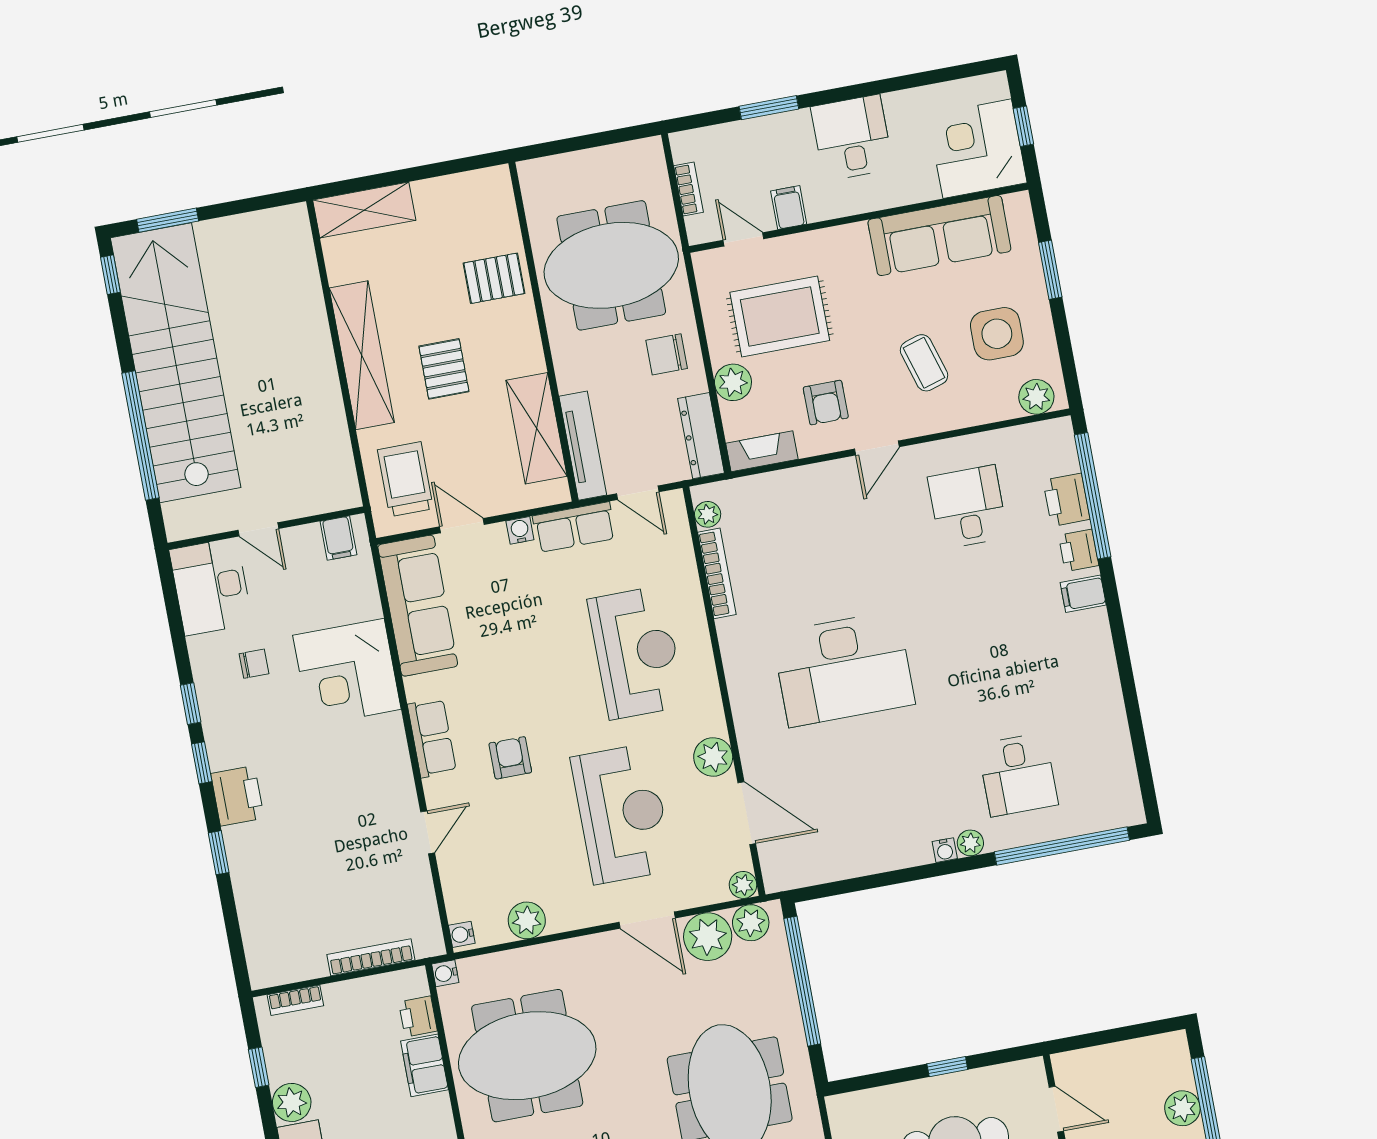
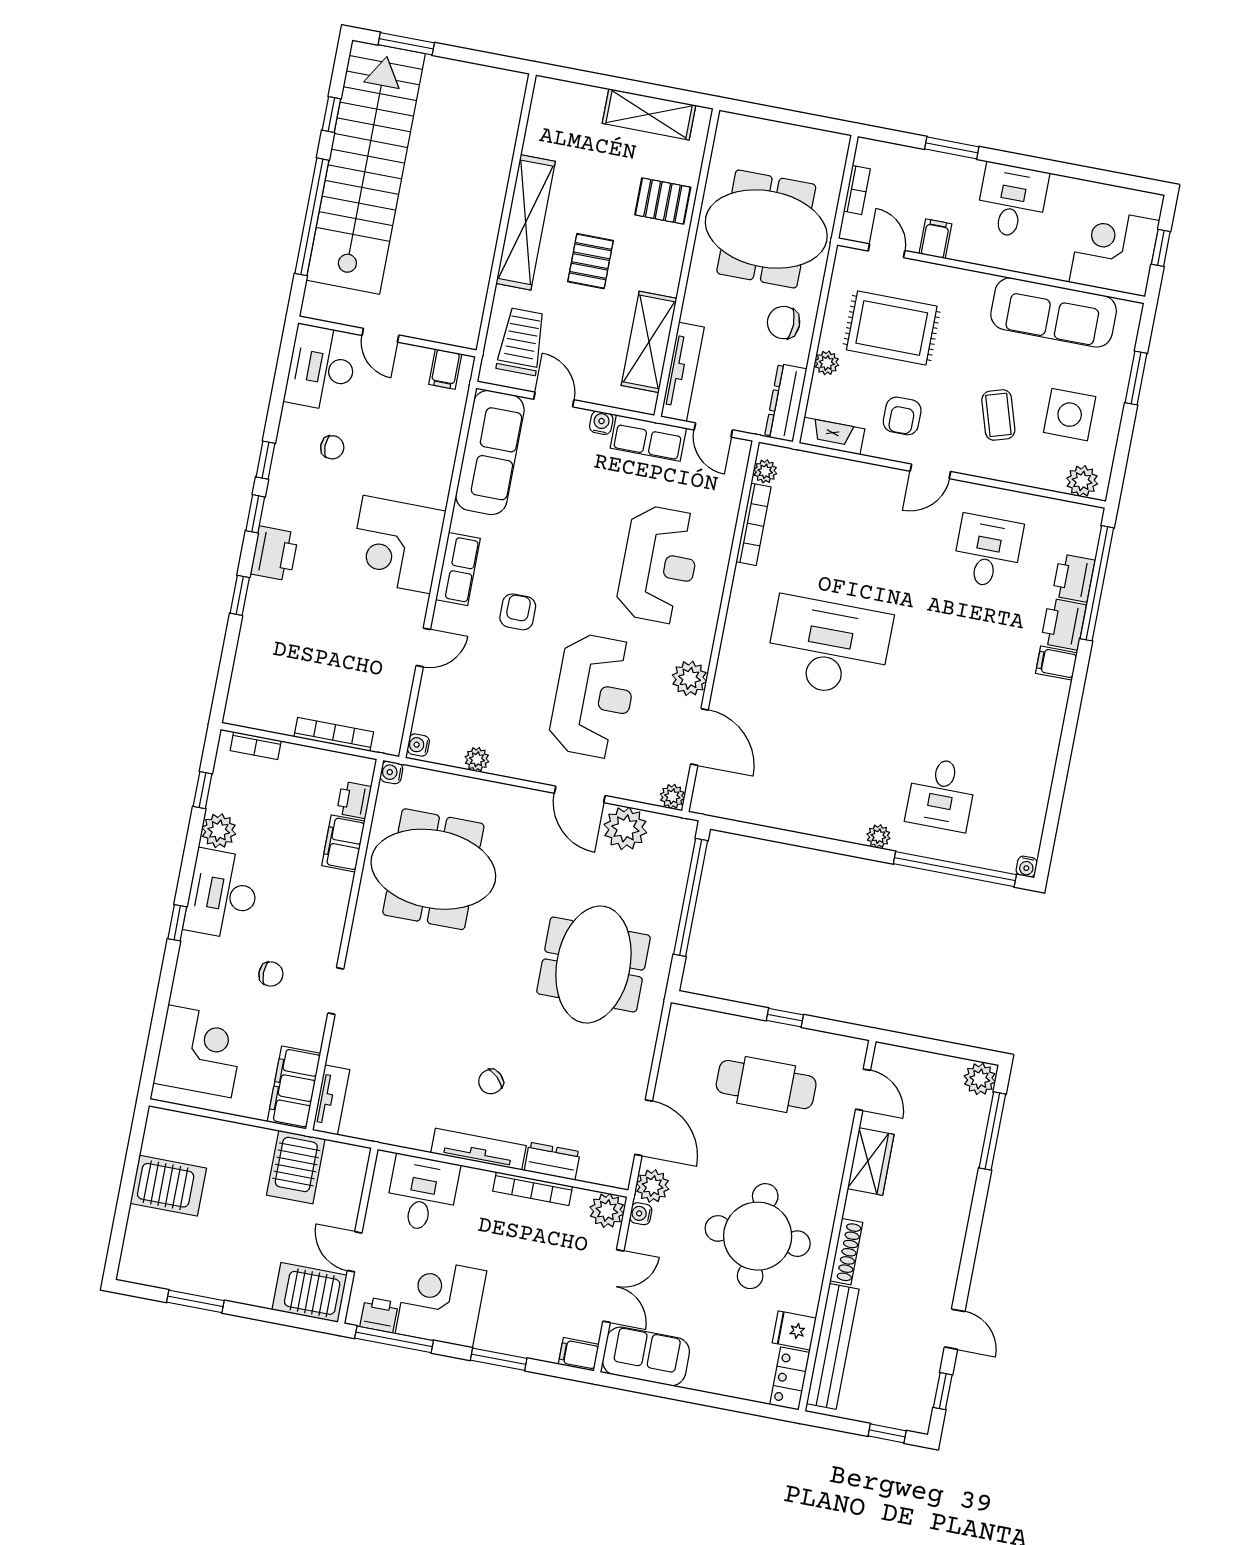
shelving: (364, 210) -> (649, 114), moved
window: (110, 275) -> (331, 114), moved
plant: (733, 382) -> (827, 363), width x0.73, depth x0.73
printer: (1079, 550) -> (1063, 624), width x1.36, depth x1.24
desk: (843, 669) -> (829, 647), turned 180
corner desk: (347, 672) -> (397, 545), moved
water cooler: (945, 850) -> (1027, 867), moved
plant: (527, 920) -> (477, 759), width x0.73, depth x0.73
plant: (751, 923) -> (666, 831), removed
plant: (1182, 1108) -> (980, 1079), moved

